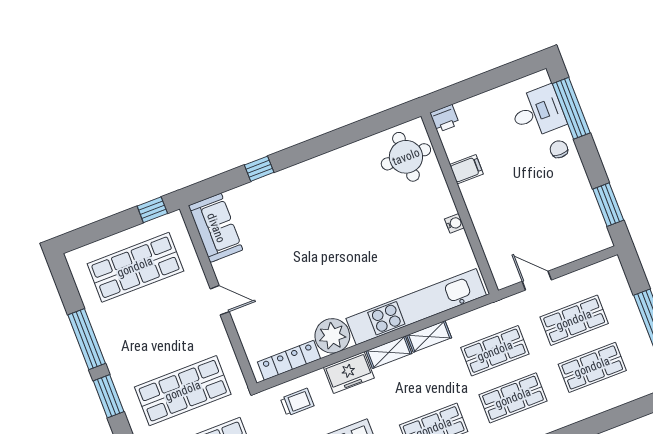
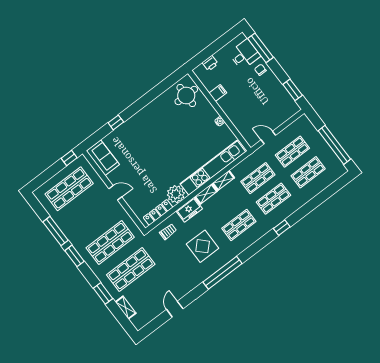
printer: (445, 119) -> (210, 63), moved

